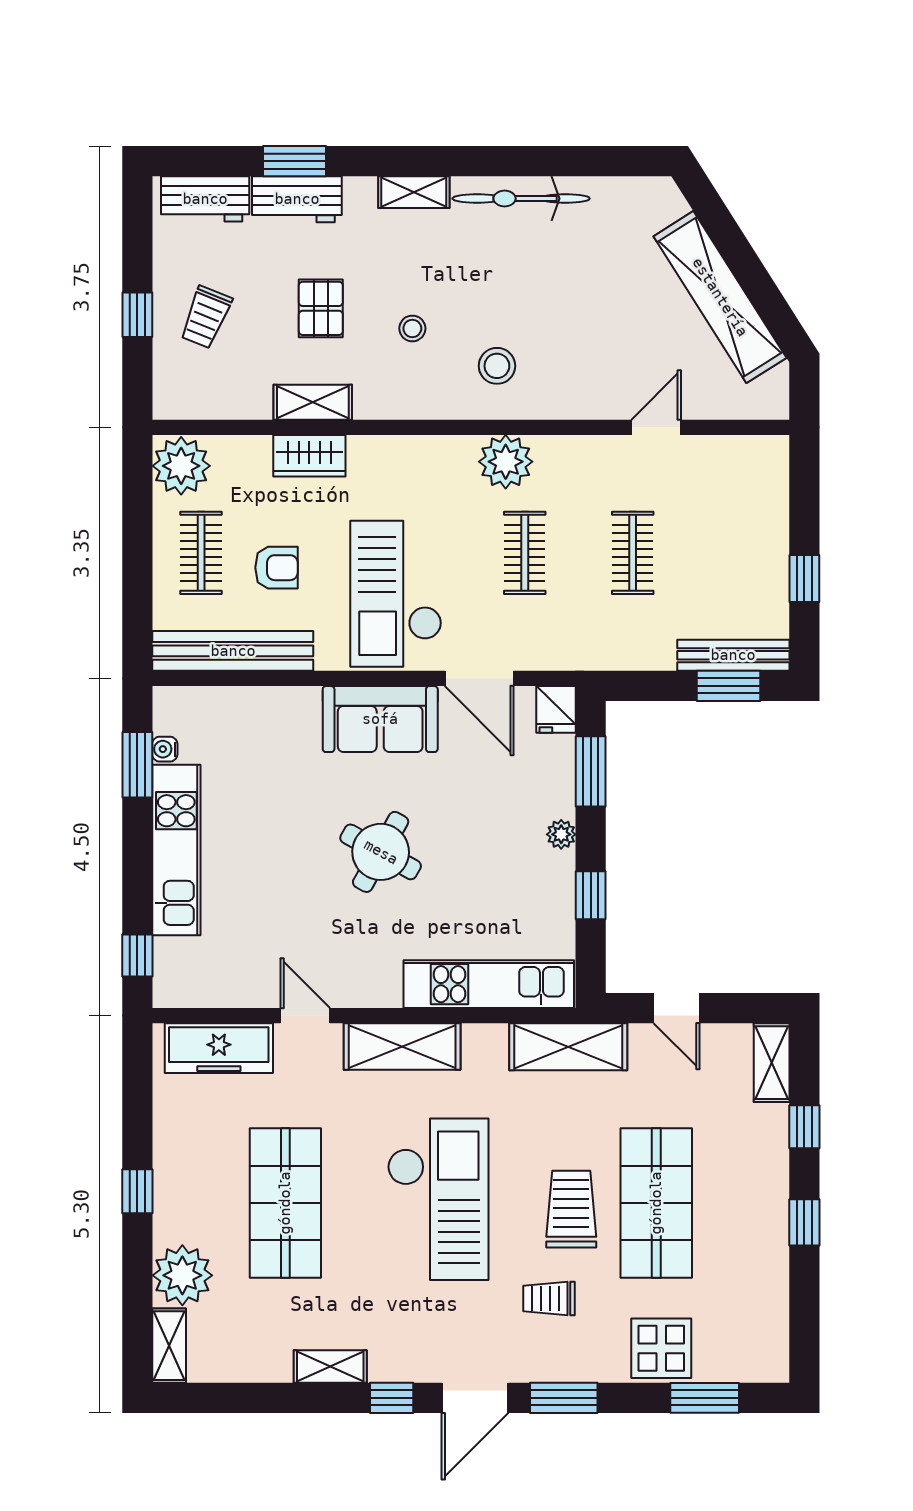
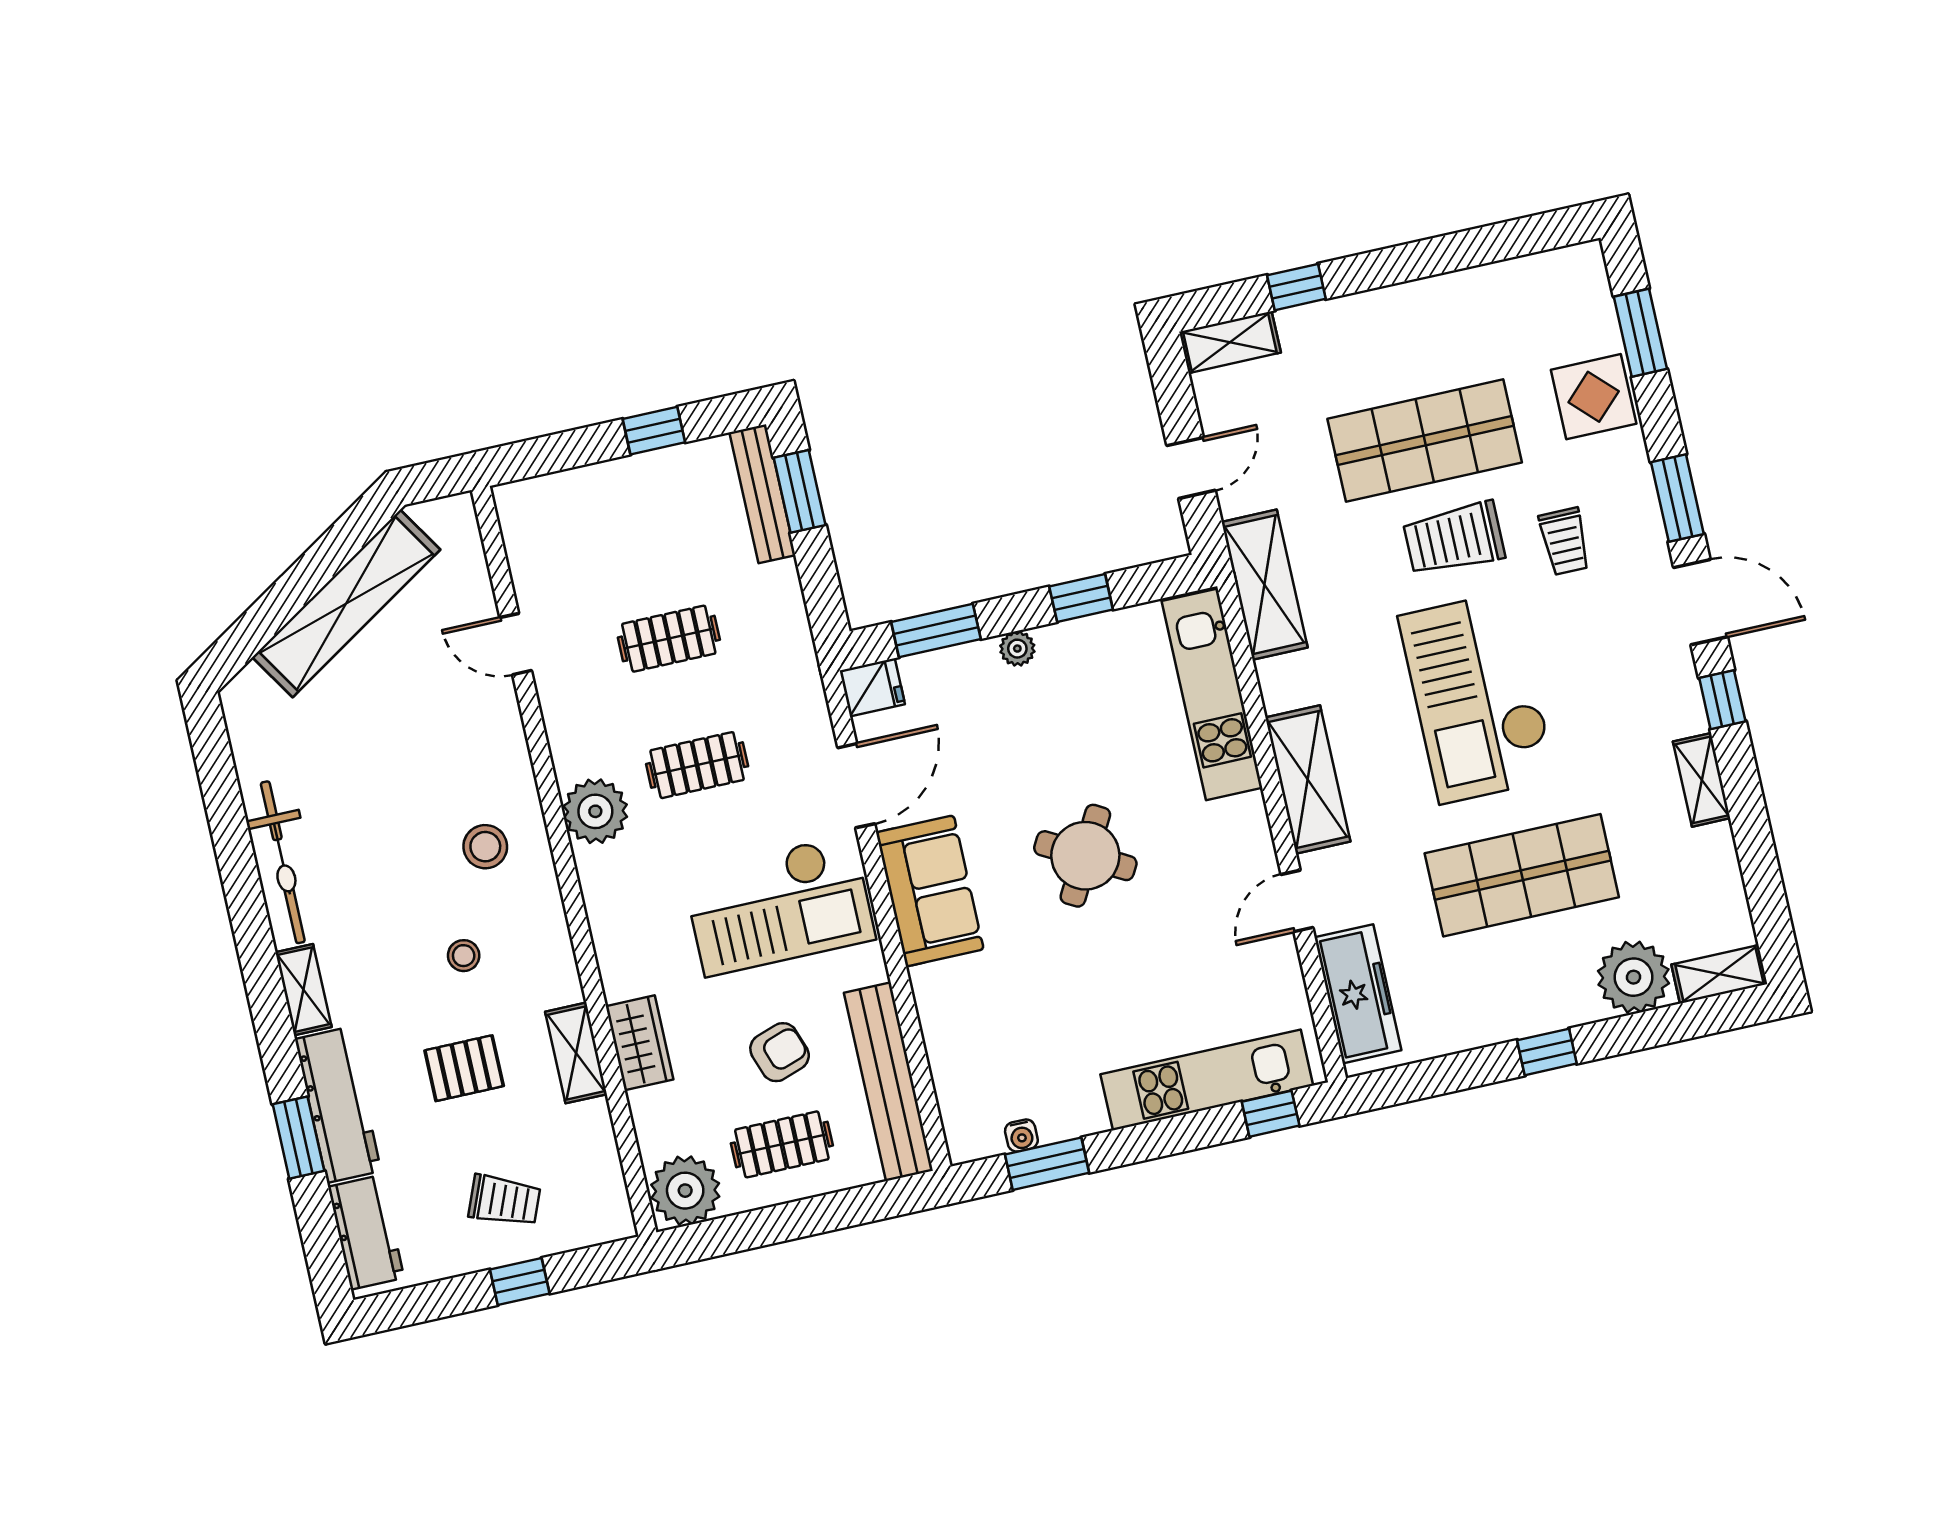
workbench: (297, 199) -> (338, 1105), width x1.38
armchair: (277, 568) -> (780, 1052), turned 71
kitchen unit: (176, 850) -> (1207, 1080), moved
checkout: (438, 1199) -> (1477, 697), turned -90
window: (804, 1222) -> (1409, 262), removed

